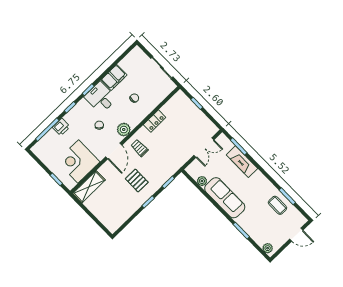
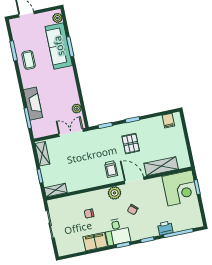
shelving: (176, 100) -> (56, 190), added
locker: (155, 121) -> (84, 184), removed
shelving: (207, 124) -> (42, 154), added
double door: (204, 148) -> (71, 133), moved
door: (114, 151) -> (134, 180), hinge flipped
corner desk: (78, 161) -> (180, 188), moved
shelving: (89, 187) -> (161, 166), moved
sofa: (225, 198) -> (59, 46), moved
coffee table: (277, 205) -> (29, 60), moved
filing cabinet: (117, 220) -> (168, 121), added

